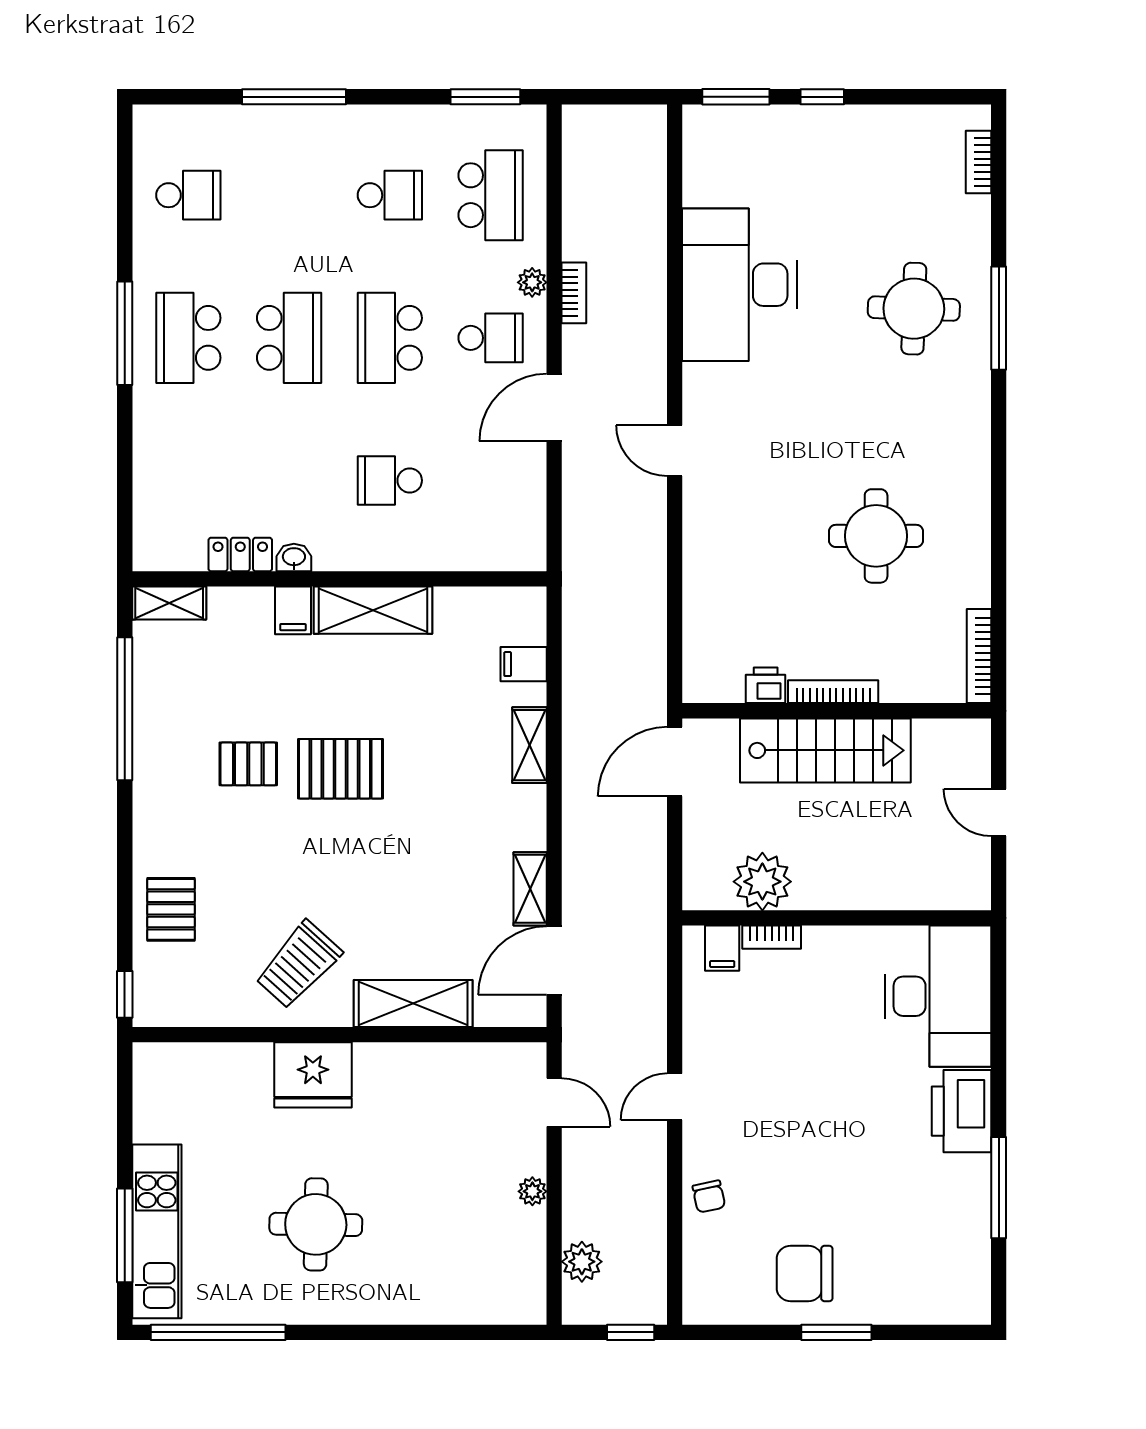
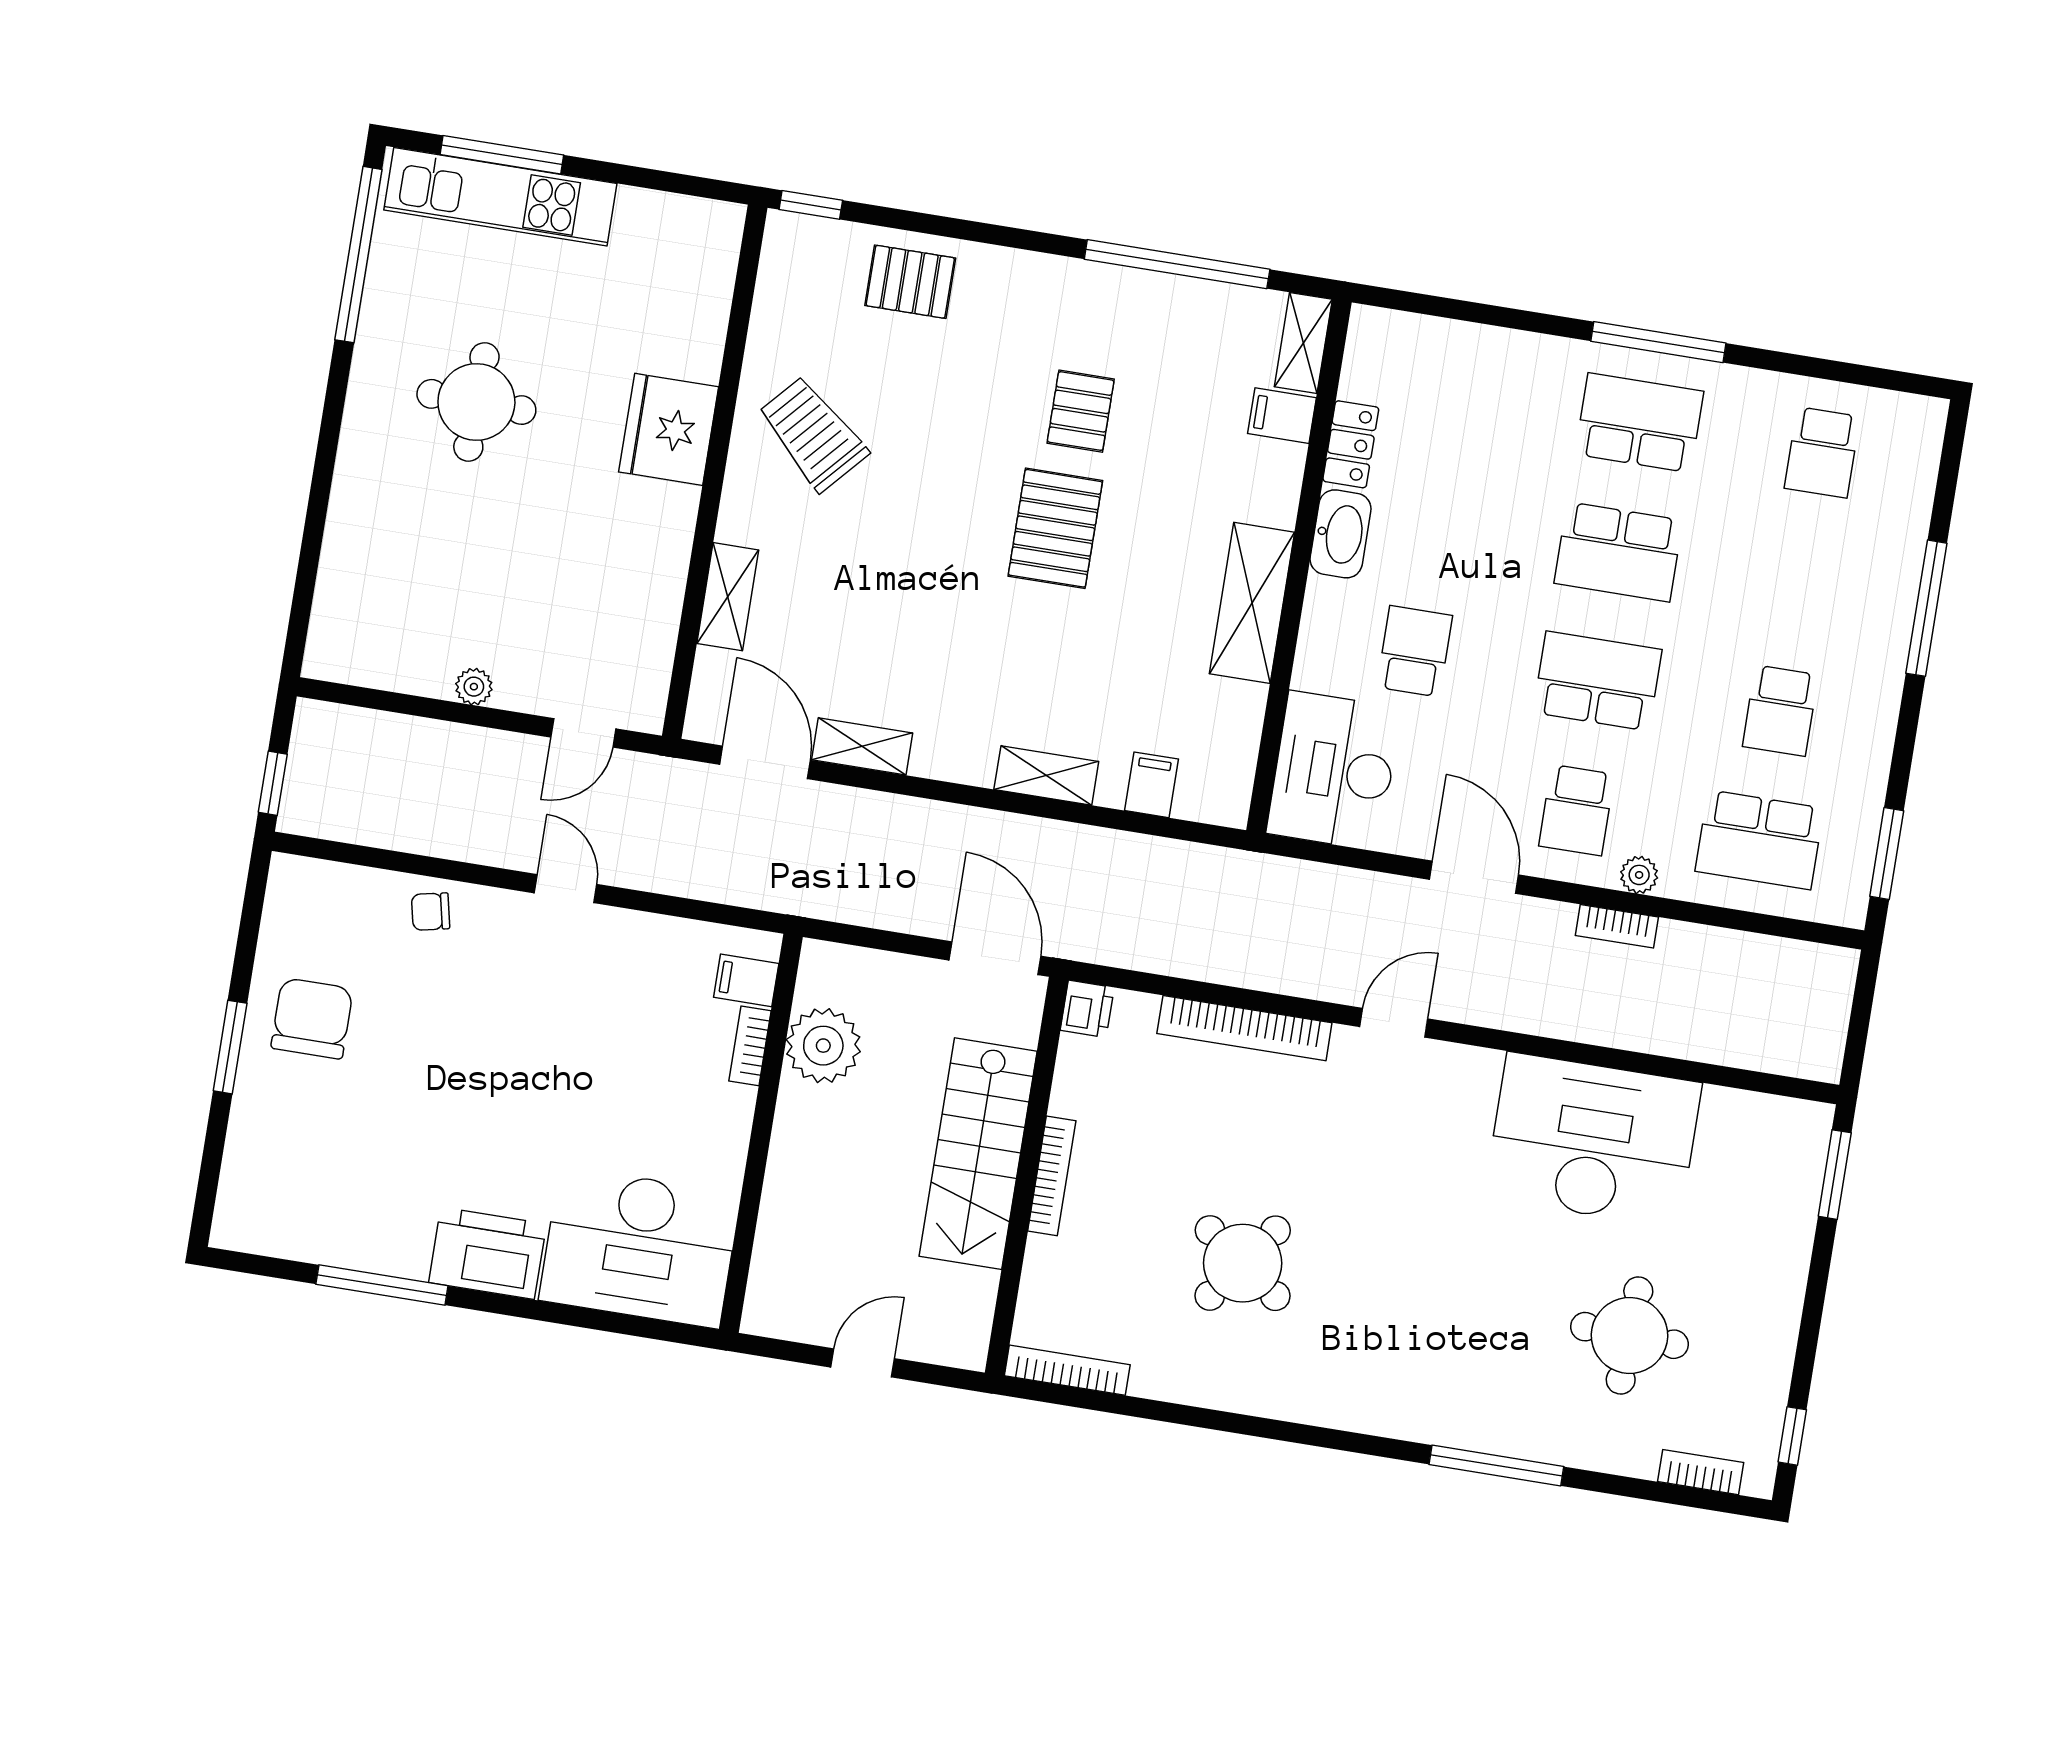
window: (822, 97) -> (1792, 1436), moved
round table: (914, 309) -> (1629, 1335), moved
desk: (491, 527) -> (1334, 771), added
round table: (876, 536) -> (1243, 1263), turned 36
washbasin: (294, 557) -> (1341, 534), width x1.91, depth x1.45
bookcase: (697, 563) -> (1244, 1028), added
filing cabinet: (293, 610) -> (1282, 416), moved
printer: (766, 685) -> (1087, 1009), moved
shelving: (413, 1004) -> (728, 597), width x0.67, depth x0.75
plant: (582, 1262) -> (373, 735), removed

